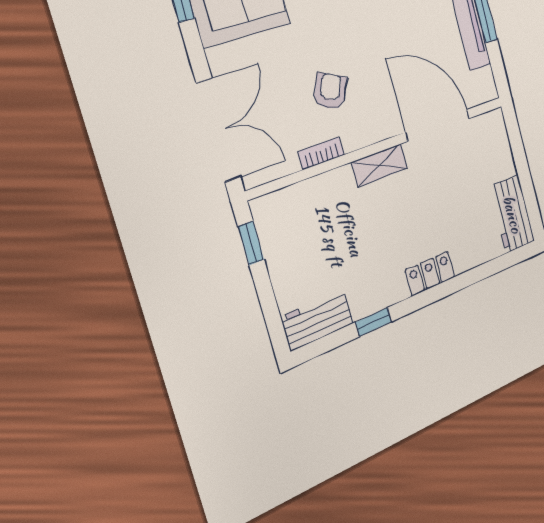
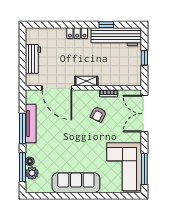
workbench: (512, 214) -> (33, 59), moved
window: (251, 243) -> (144, 58), moved
workbench: (317, 320) -> (116, 37), width x1.88, depth x1.32

